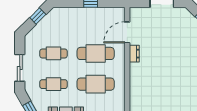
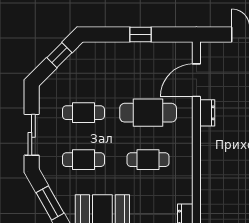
cafe table: (96, 84) -> (148, 160), width x0.73, depth x0.74

